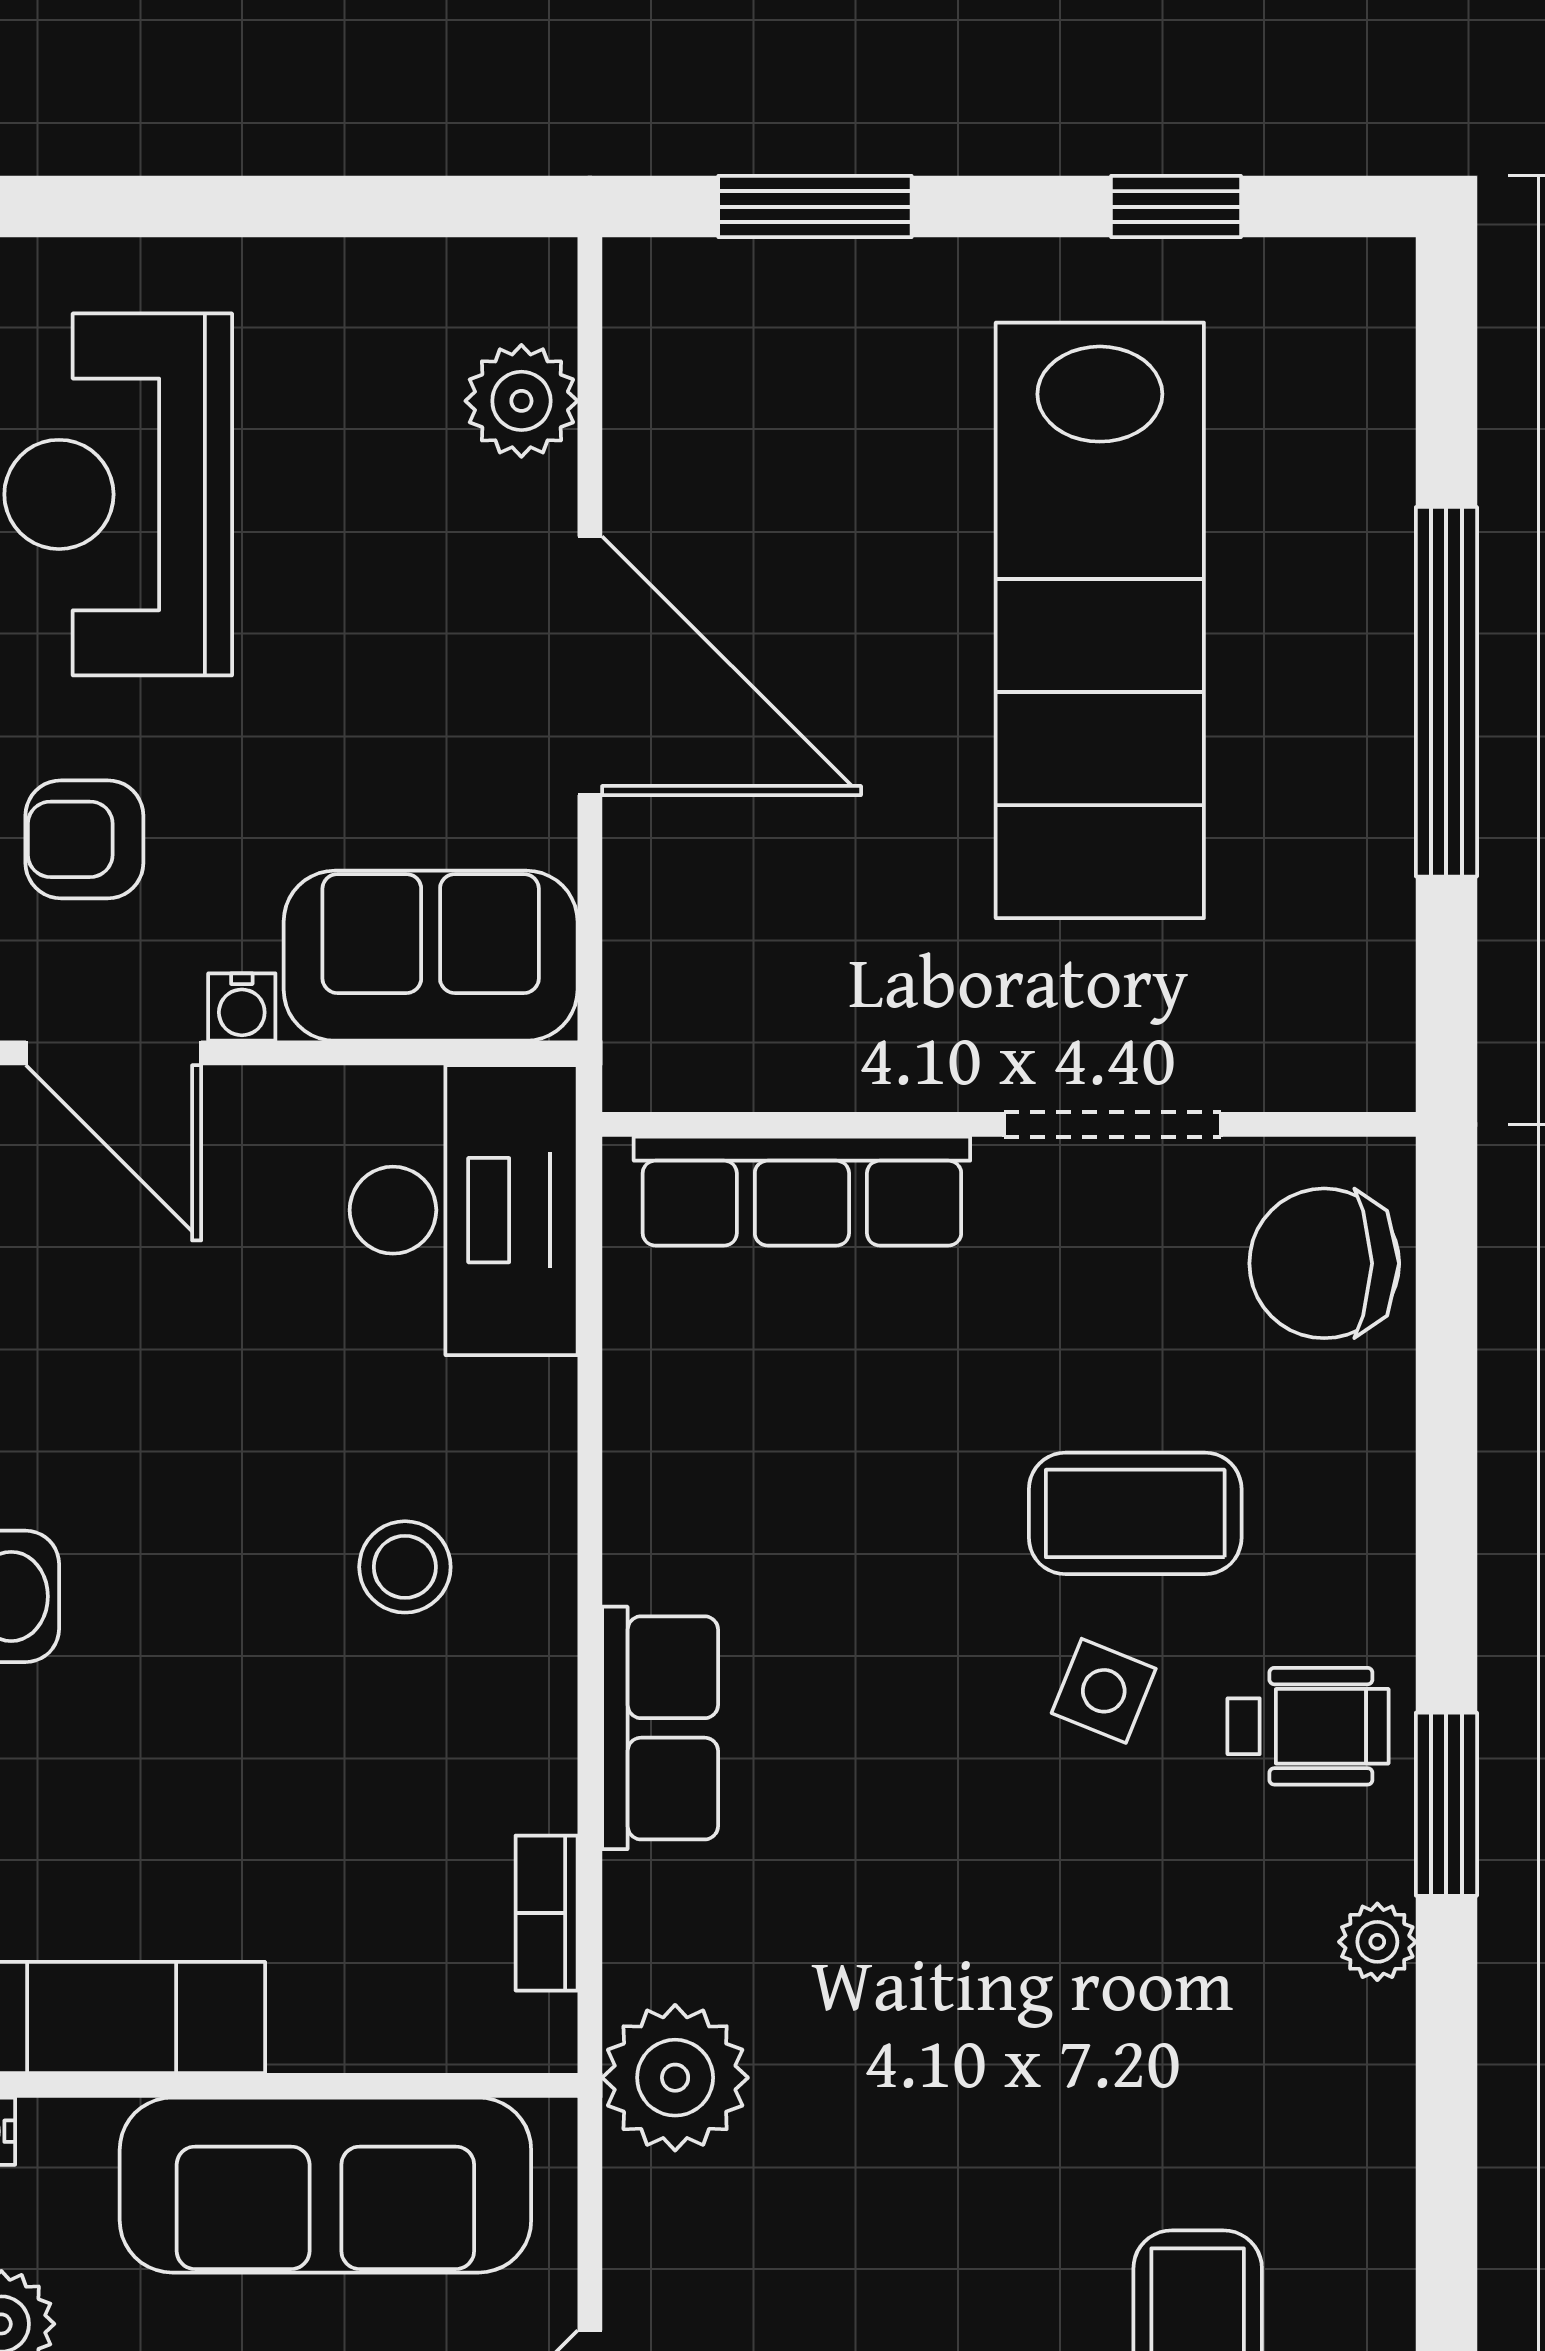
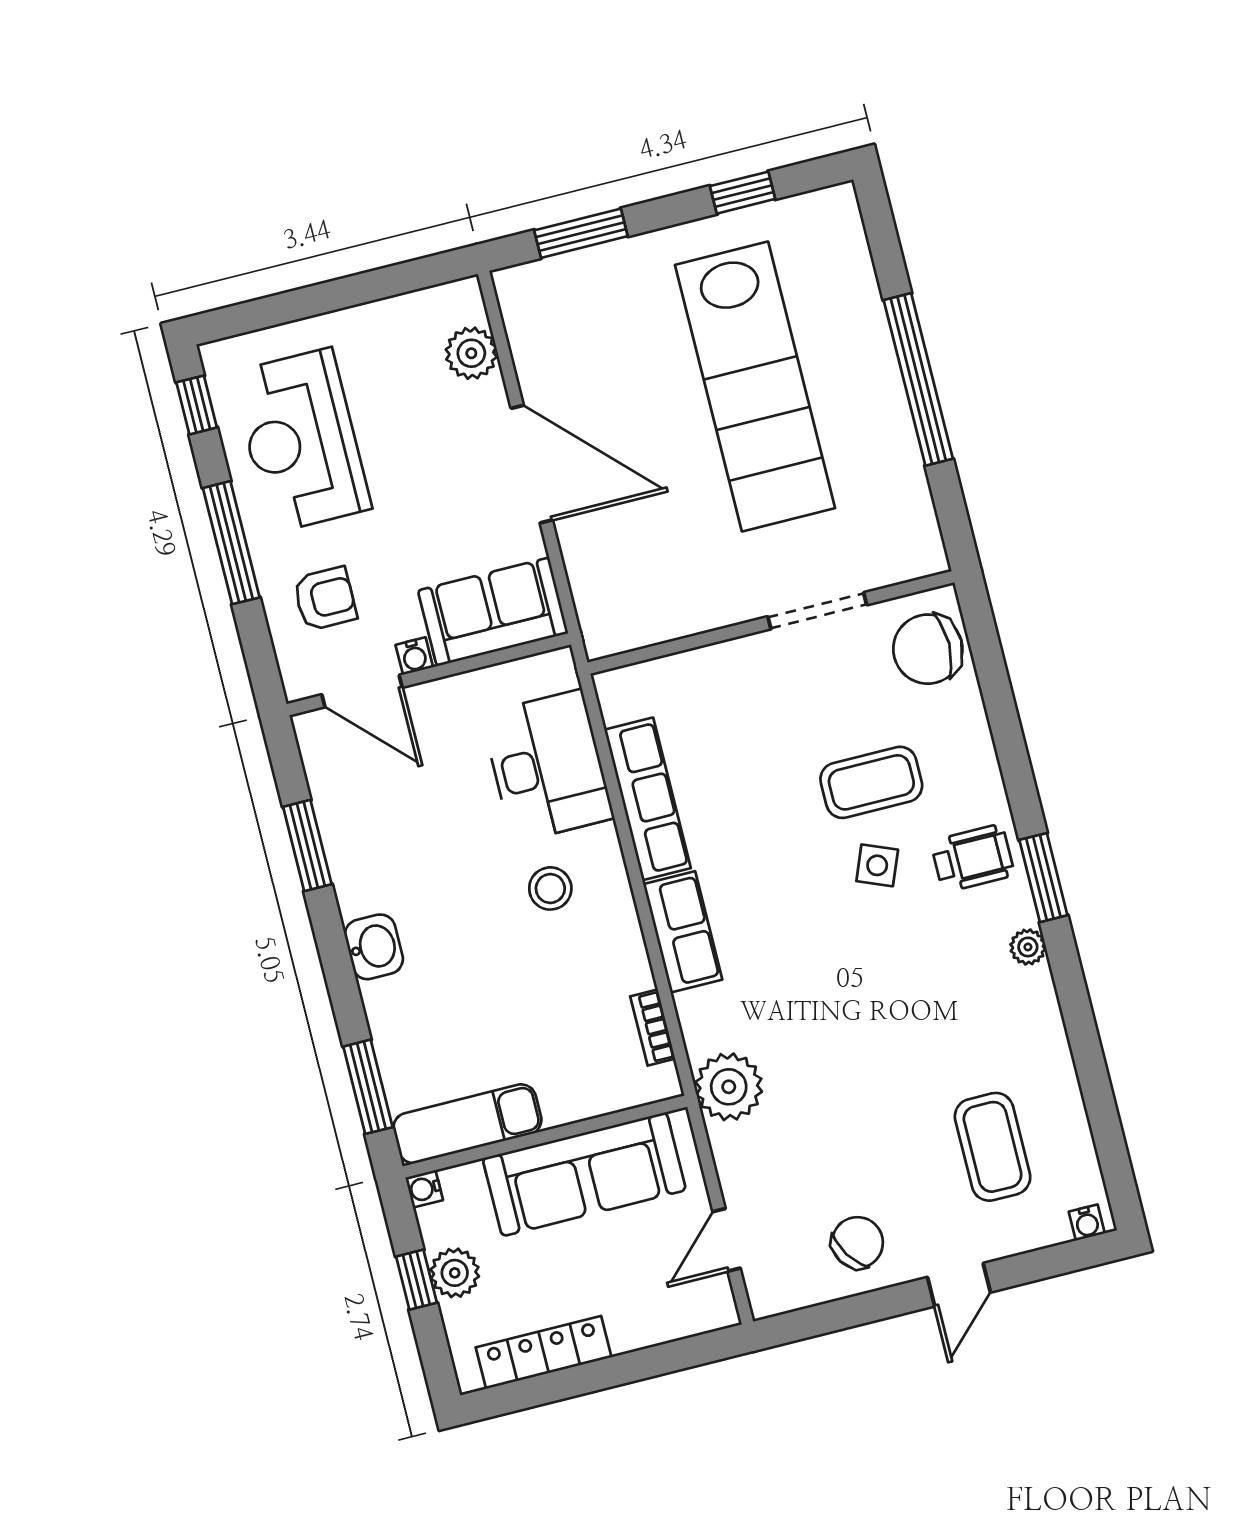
armchair: (84, 839) -> (325, 599), turned 180
row of seats: (802, 1191) -> (648, 799), moved, turned -90
desk: (464, 1210) -> (548, 766), moved

